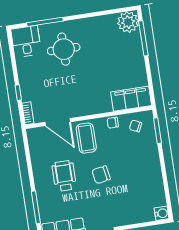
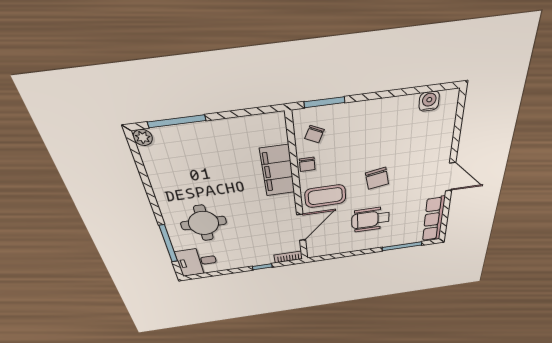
plant: (128, 22) -> (143, 137), width x0.53, depth x0.53
filing cabinet: (131, 99) -> (277, 171), moved
water cooler: (162, 213) -> (429, 101), moved

